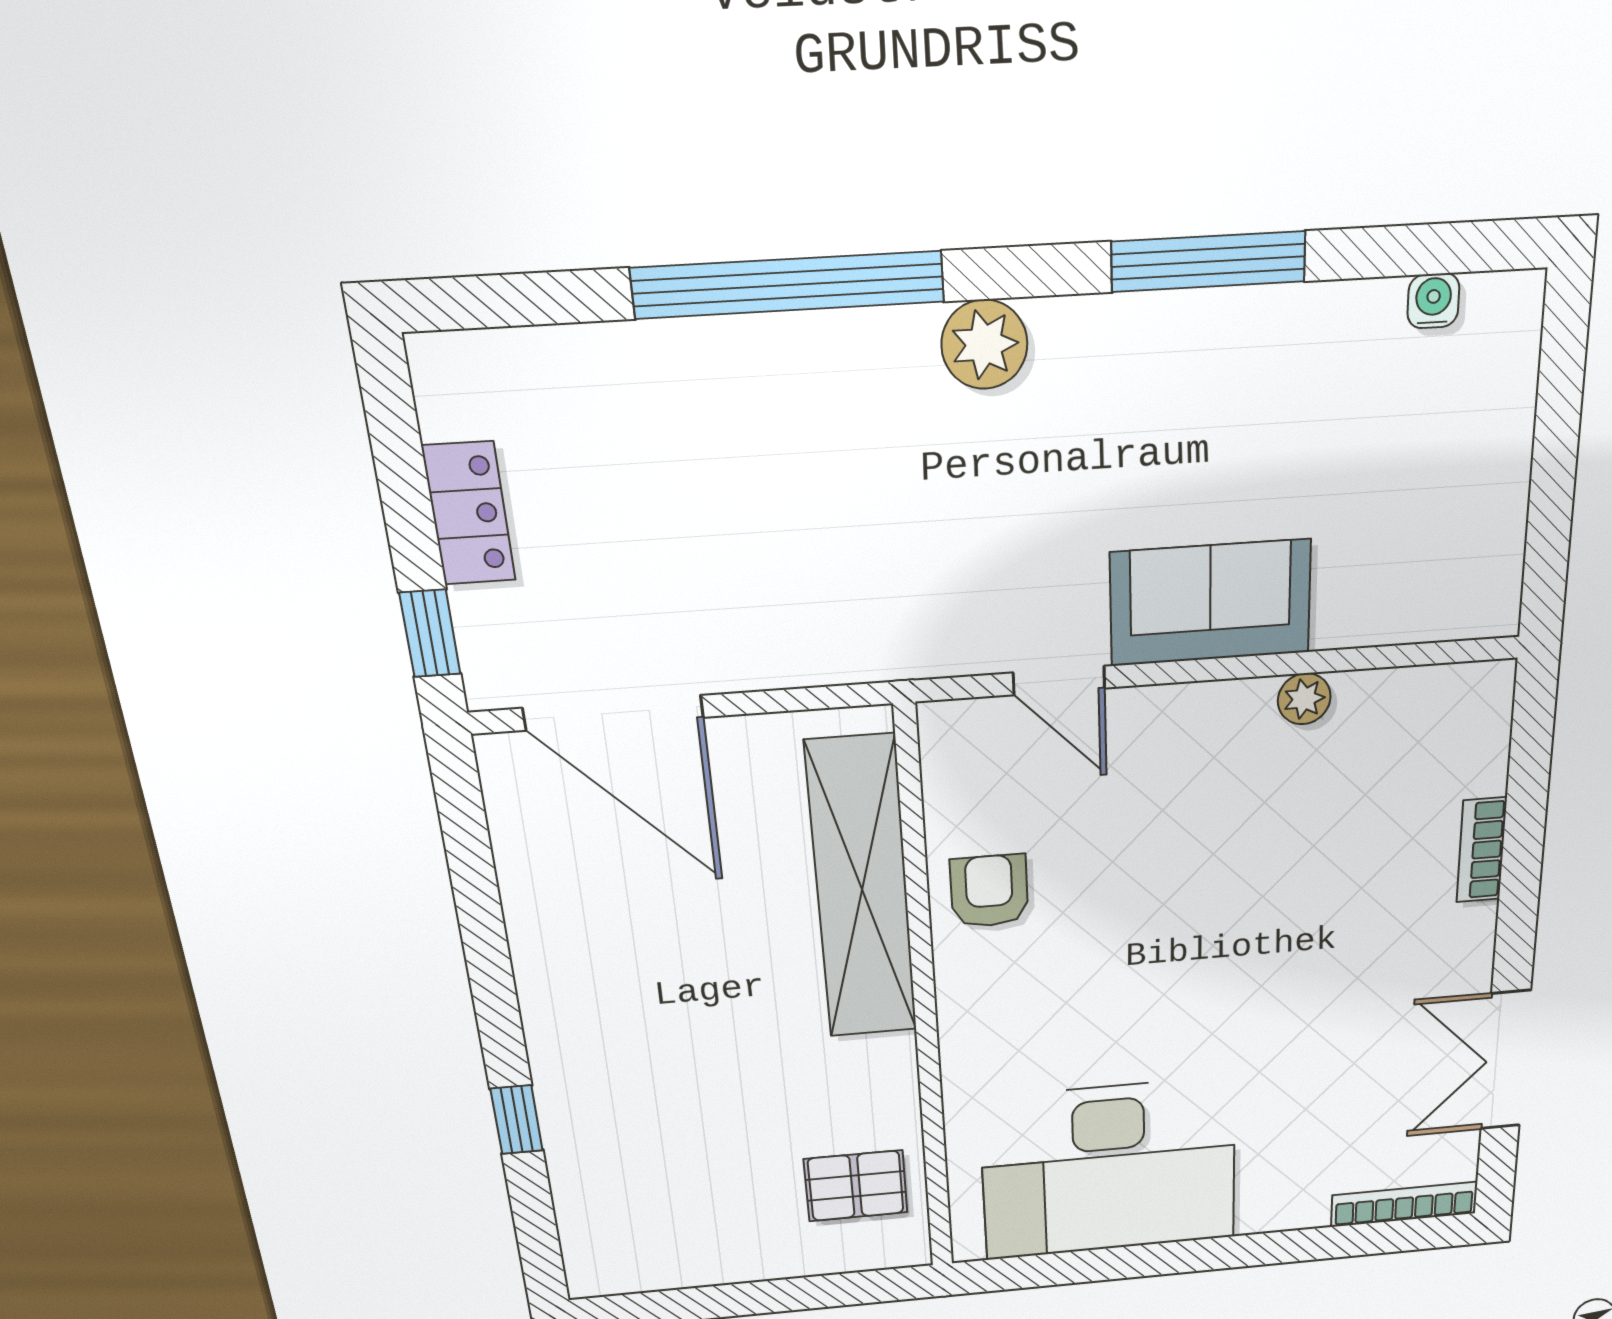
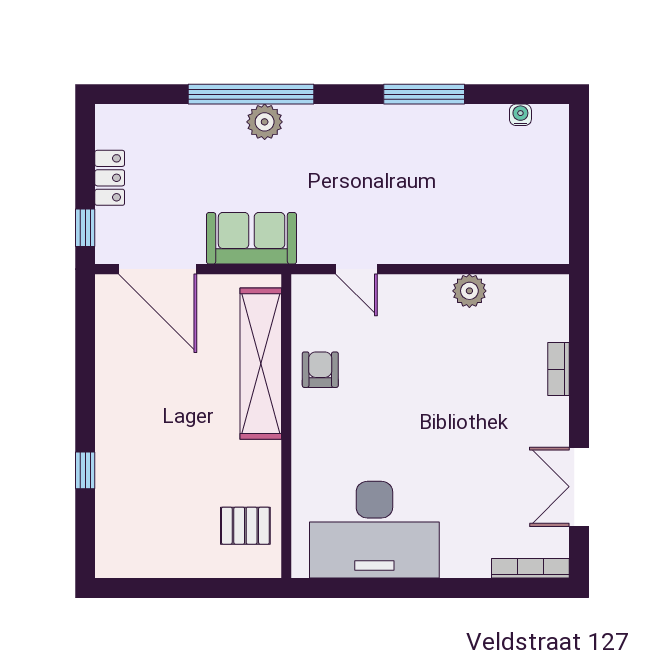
plant: (984, 344) -> (265, 122), moved
sofa: (1210, 603) -> (252, 238), moved
plant: (1304, 699) -> (469, 291), width x1.38, depth x1.38

